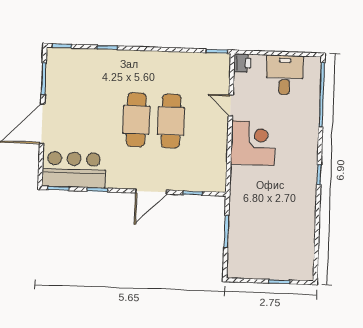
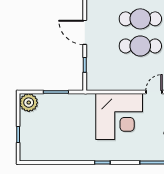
corner desk: (253, 143) -> (119, 117), width x1.36, depth x1.36
plant: (239, 267) -> (29, 103), added

